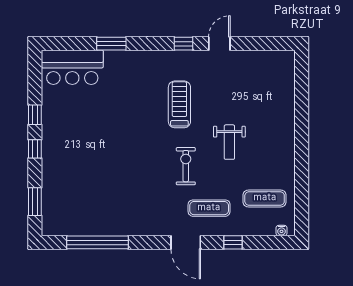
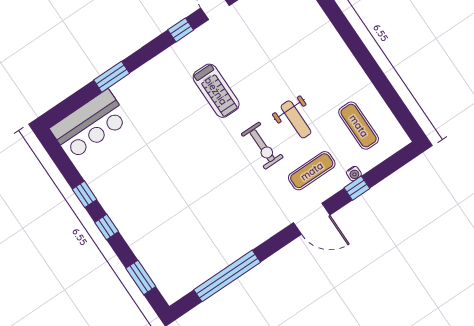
treadmill: (179, 104) -> (216, 91), turned 180
weight bench: (229, 142) -> (296, 119), moved
exercise bike: (186, 166) -> (262, 146), turned 180
exercise mat: (265, 198) -> (359, 126), turned 90
water cooler: (281, 231) -> (354, 174), moved

